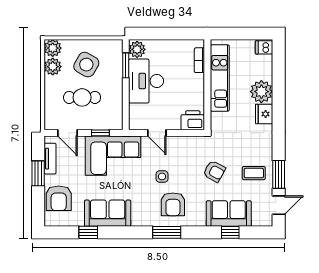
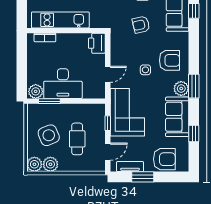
side table: (86, 65) -> (49, 135), turned 38
armchair: (214, 171) -> (141, 25), turned -132
plant: (140, 218) -> (181, 89), added
window: (167, 232) -> (194, 86), moved

